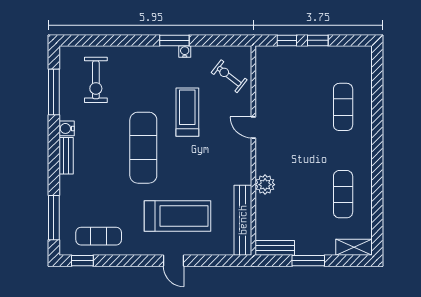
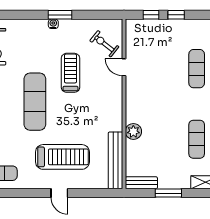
water cooler: (185, 52) -> (53, 24), moved
door: (253, 127) -> (124, 67), moved

